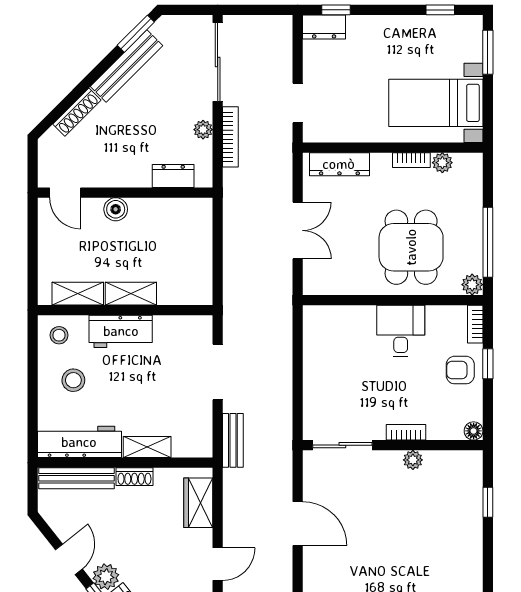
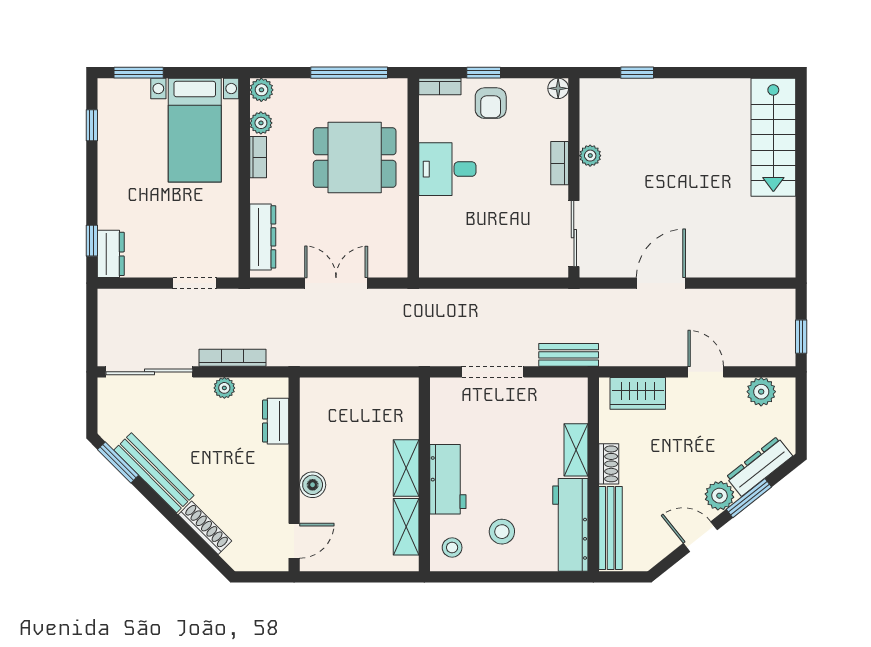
plant: (472, 285) -> (261, 90), moved

